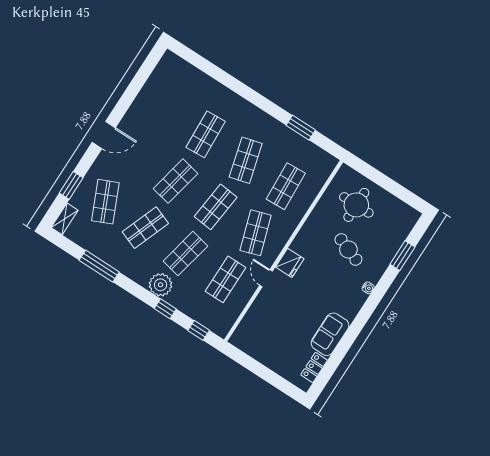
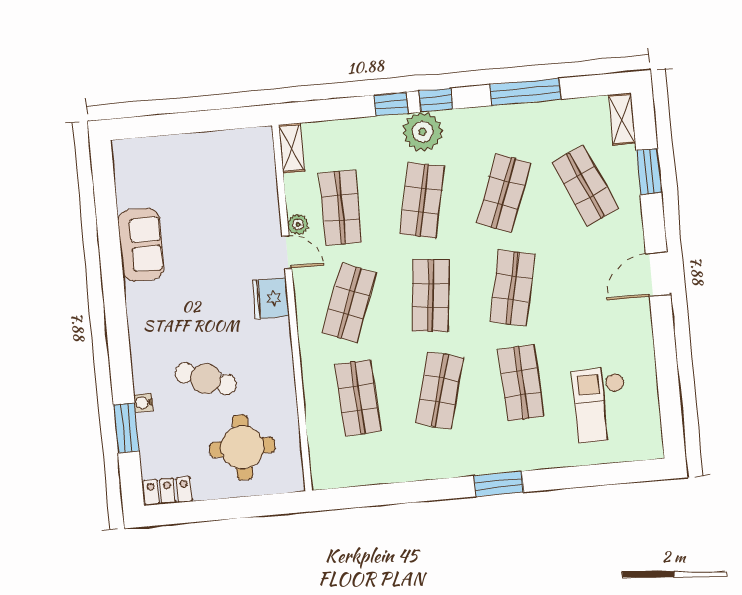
checkout: (177, 96) -> (600, 405), added
window: (301, 128) -> (499, 484), moved
shop shelf: (246, 160) -> (439, 390), turned 30
shop shelf: (256, 233) -> (349, 303), turned 39
plant: (251, 287) -> (298, 224), added
water cooler: (368, 288) -> (143, 403), moved
shelving: (226, 324) -> (292, 148), added
window: (199, 330) -> (436, 100), moved
locker: (314, 367) -> (168, 491), moved, turned -90

